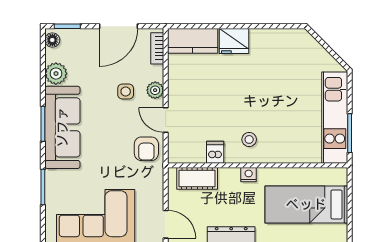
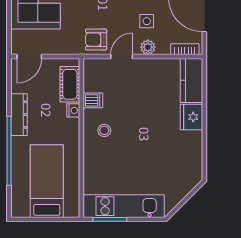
nightstand: (249, 175) -> (73, 110), moved

